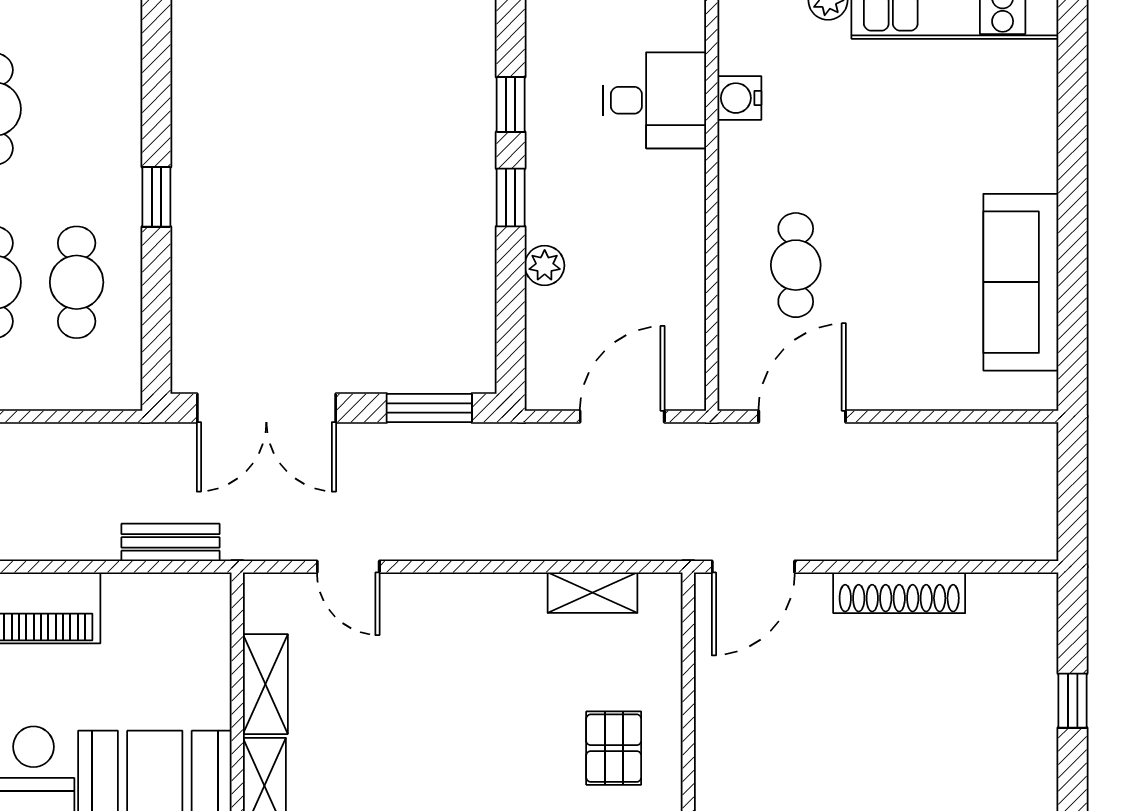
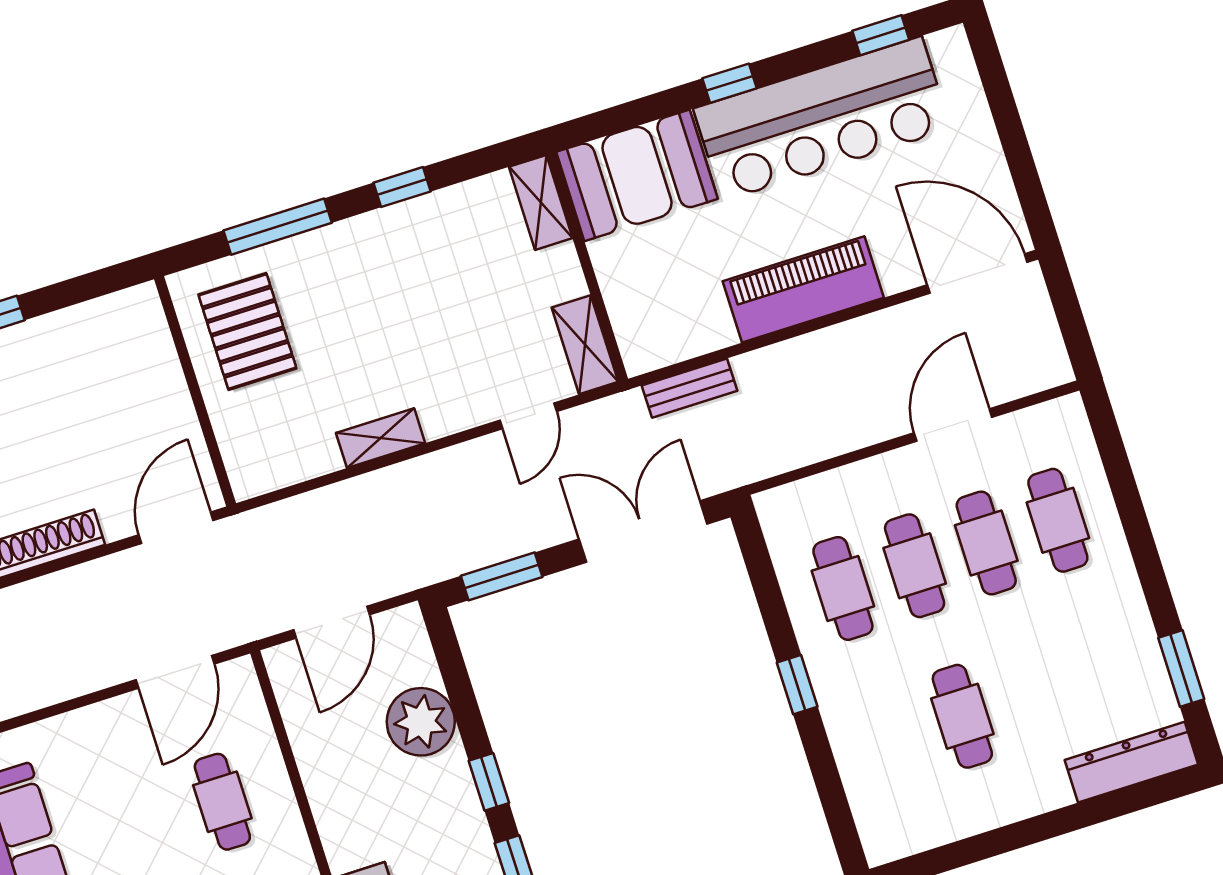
plant: (545, 265) -> (421, 722), width x1.87, depth x1.87
door: (348, 567) -> (528, 416), swing flipped
shelving: (593, 593) -> (381, 438), moved
shelving: (265, 684) -> (585, 345), moved
pallet: (614, 748) -> (247, 332), width x1.50, depth x1.42

